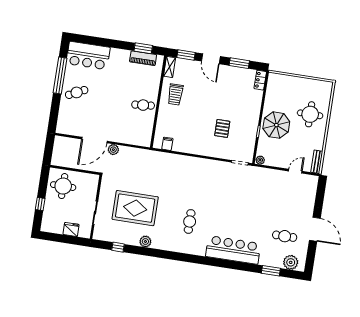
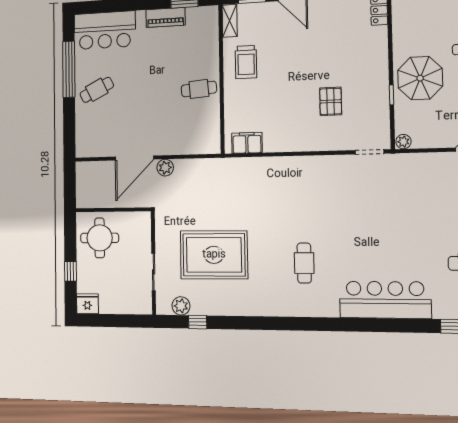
piano: (143, 58) -> (166, 17), moved
filing cabinet: (167, 144) -> (247, 143), width x2.00
fridge: (71, 229) -> (87, 304), moved
plant: (145, 242) -> (181, 306), moved

